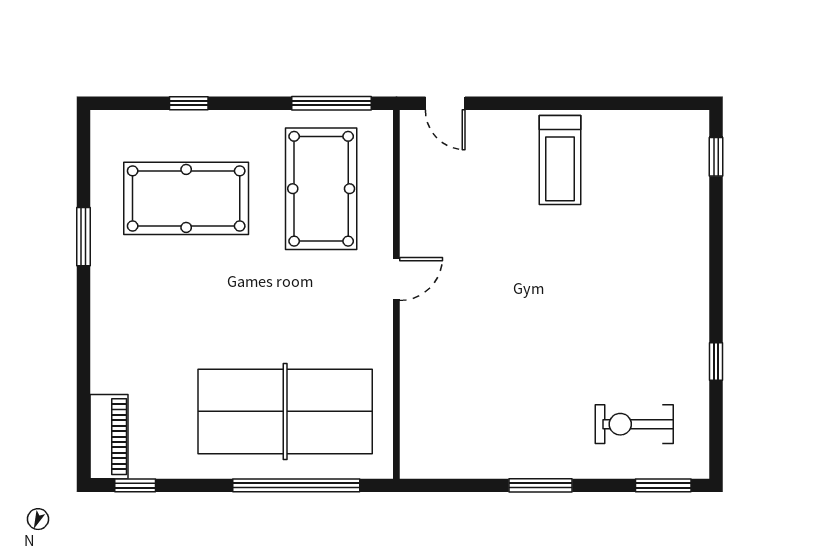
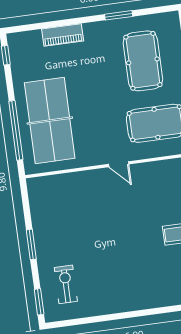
window: (716, 361) -> (100, 319), removed
piano: (109, 437) -> (63, 35), moved

